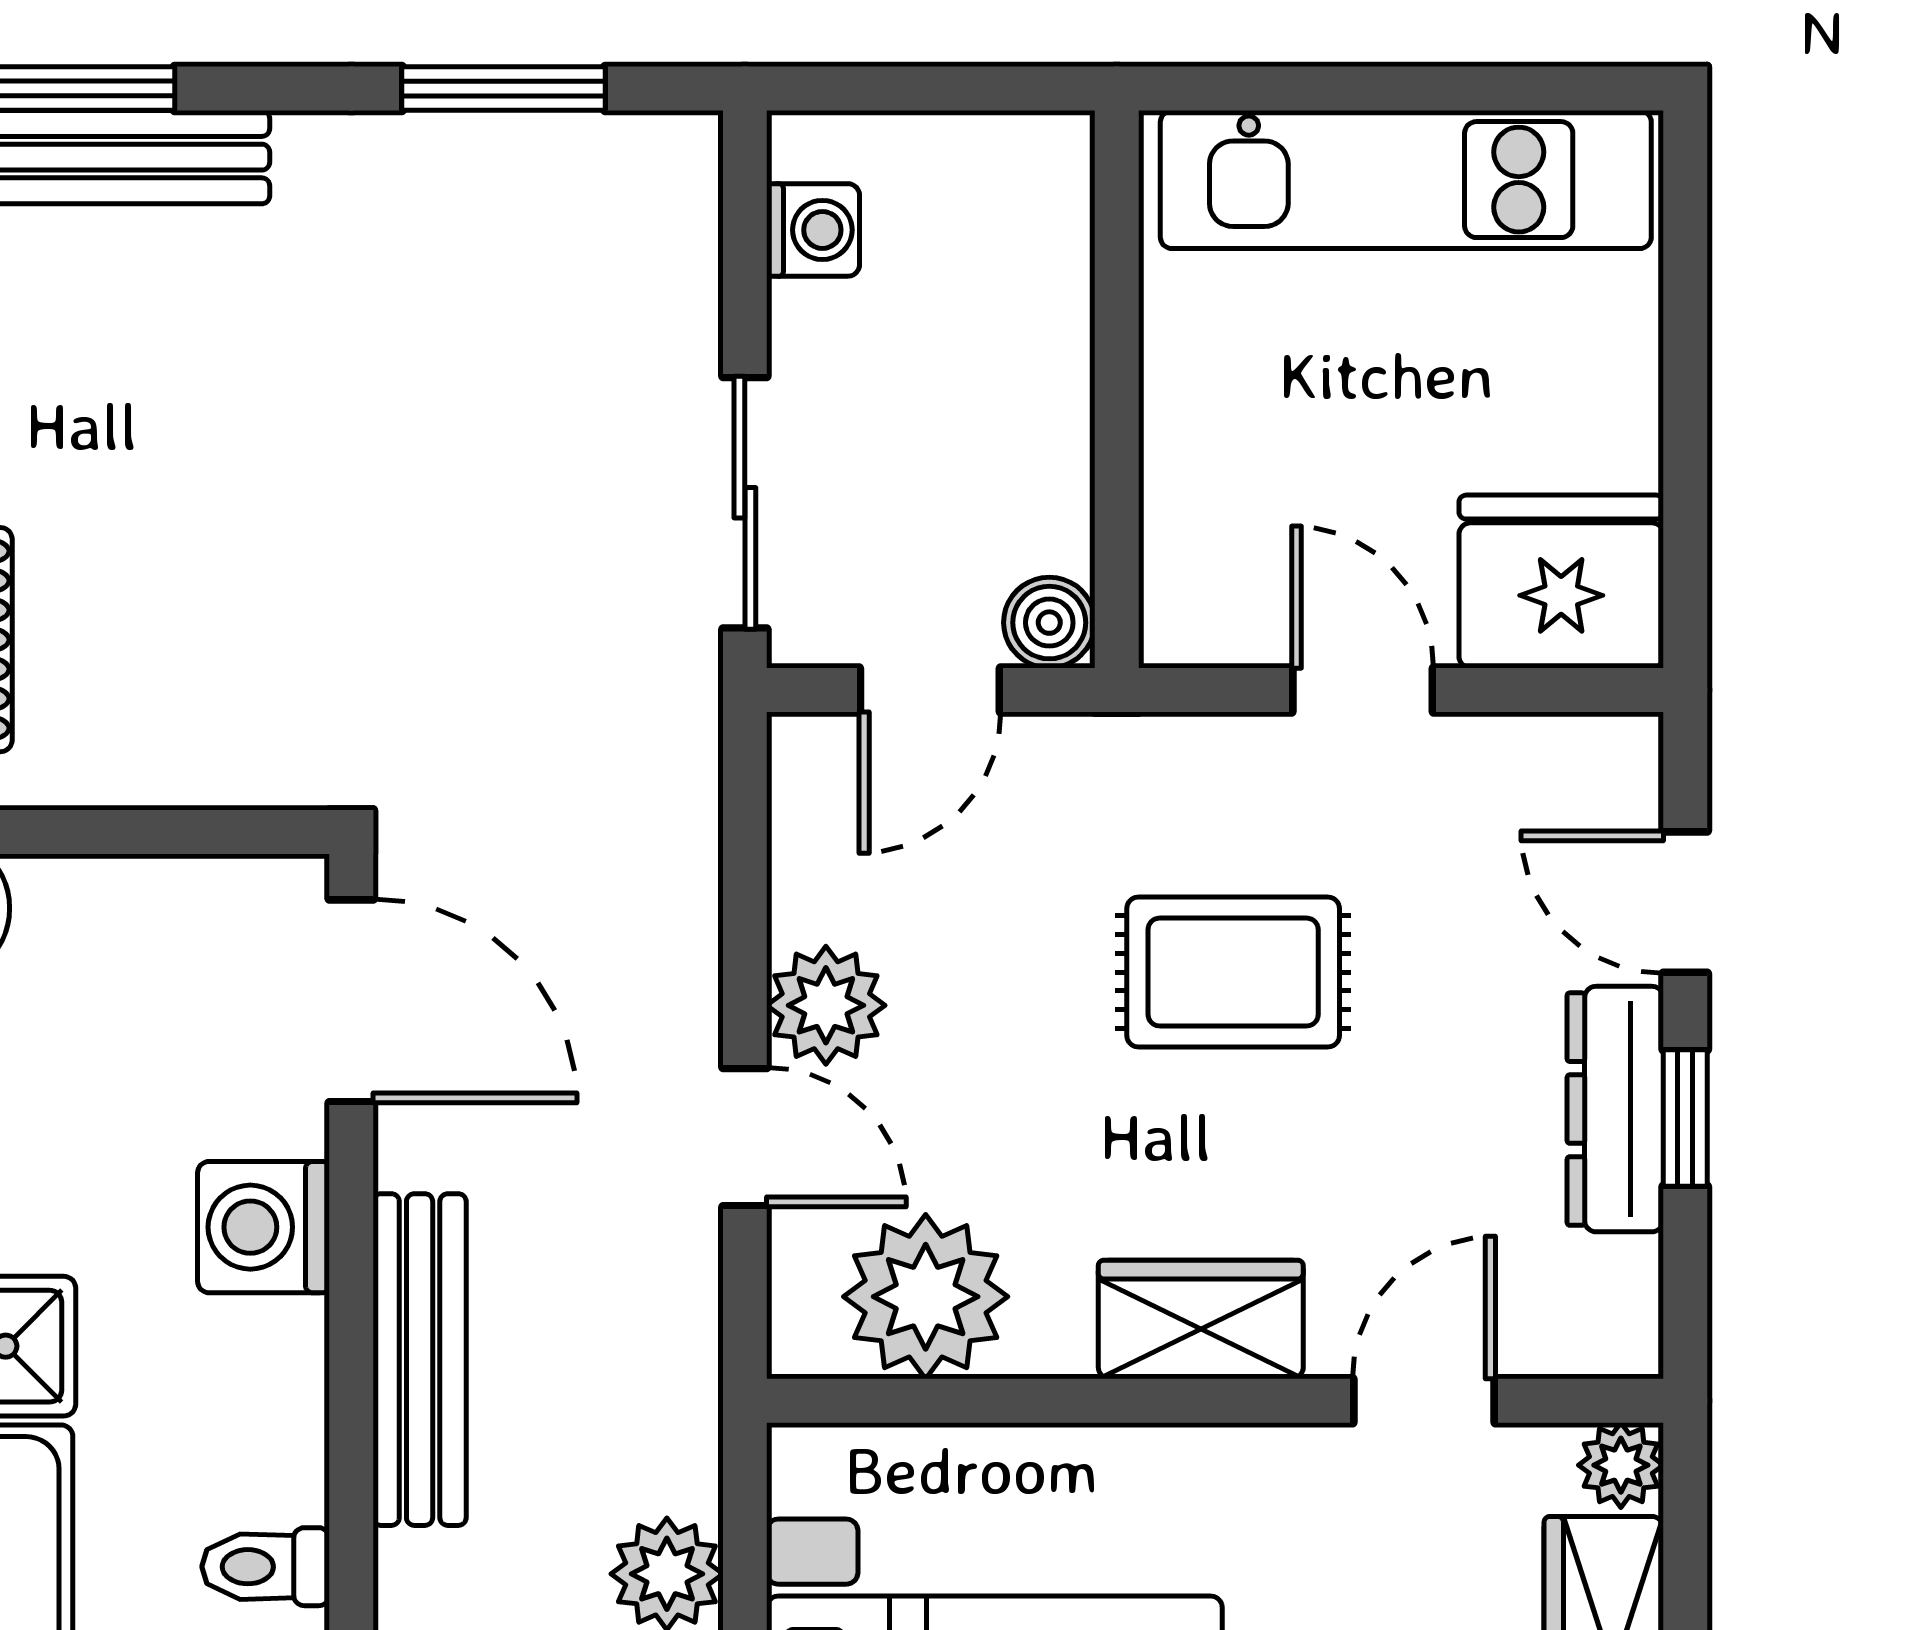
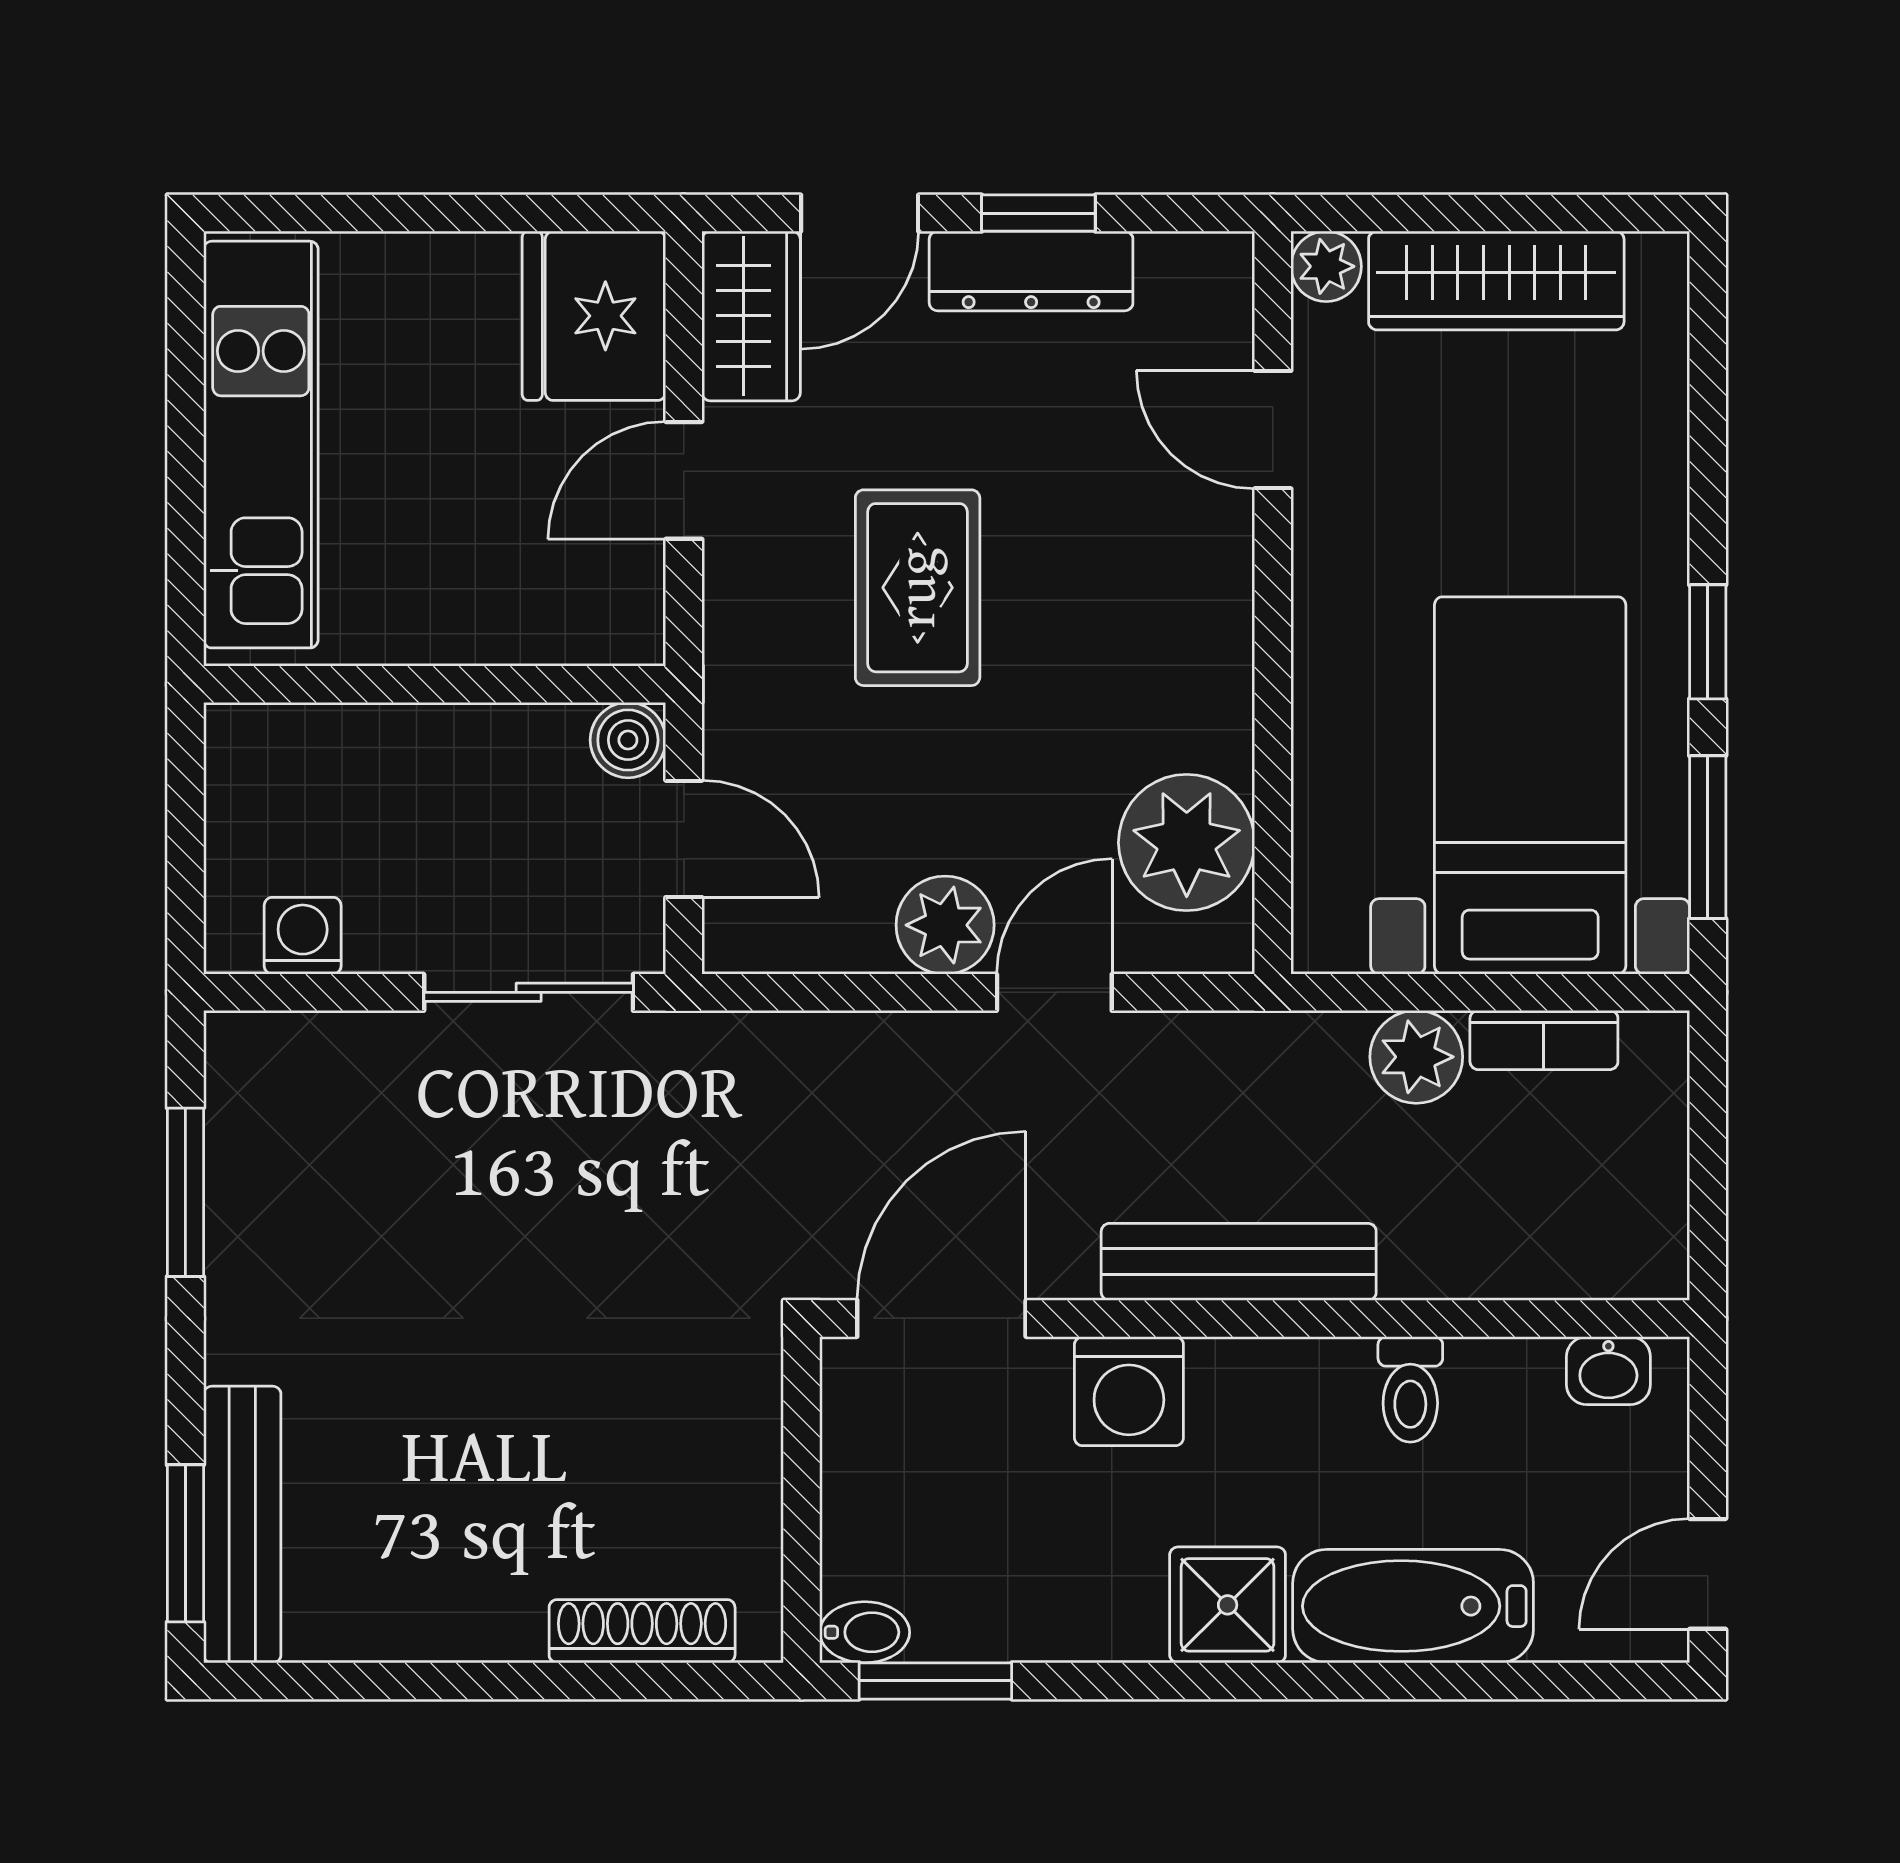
wardrobe: (1201, 1319) -> (751, 316), moved, turned 180

